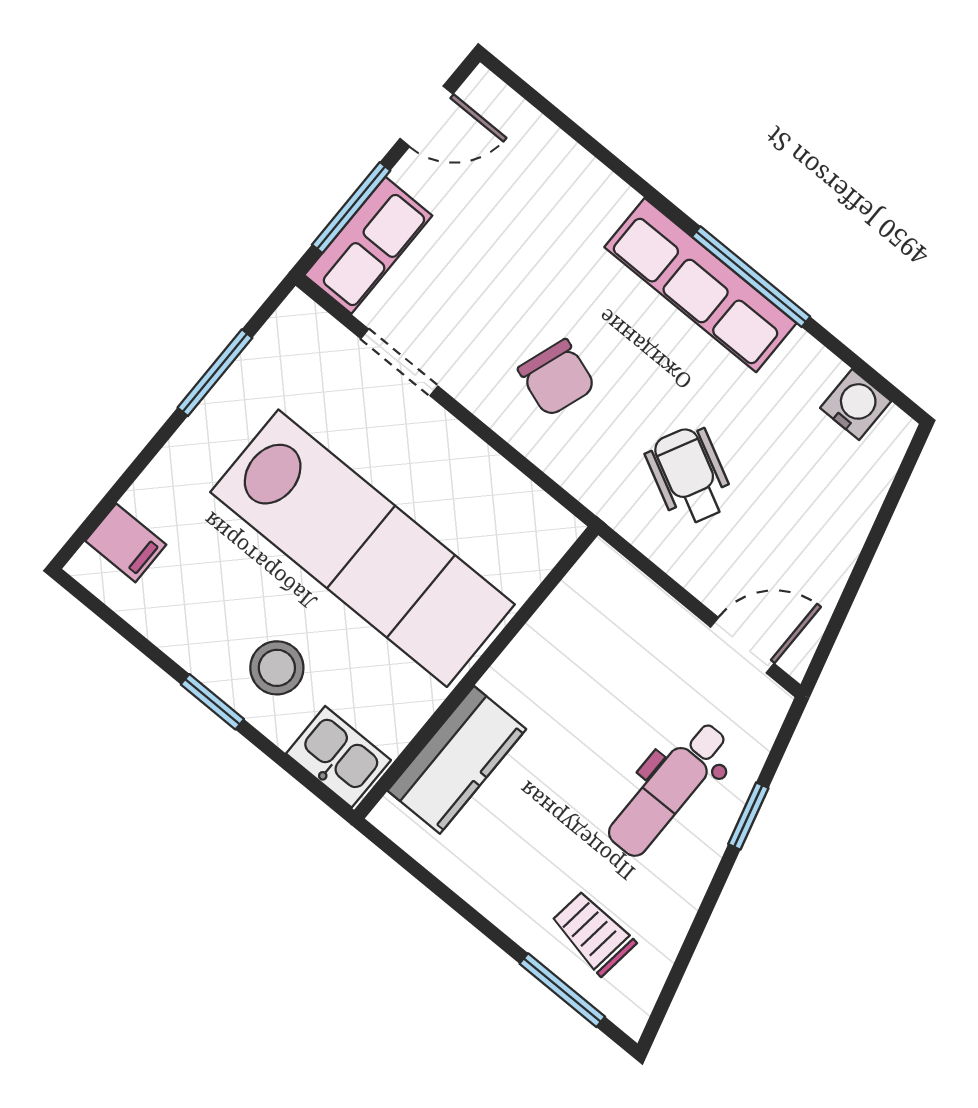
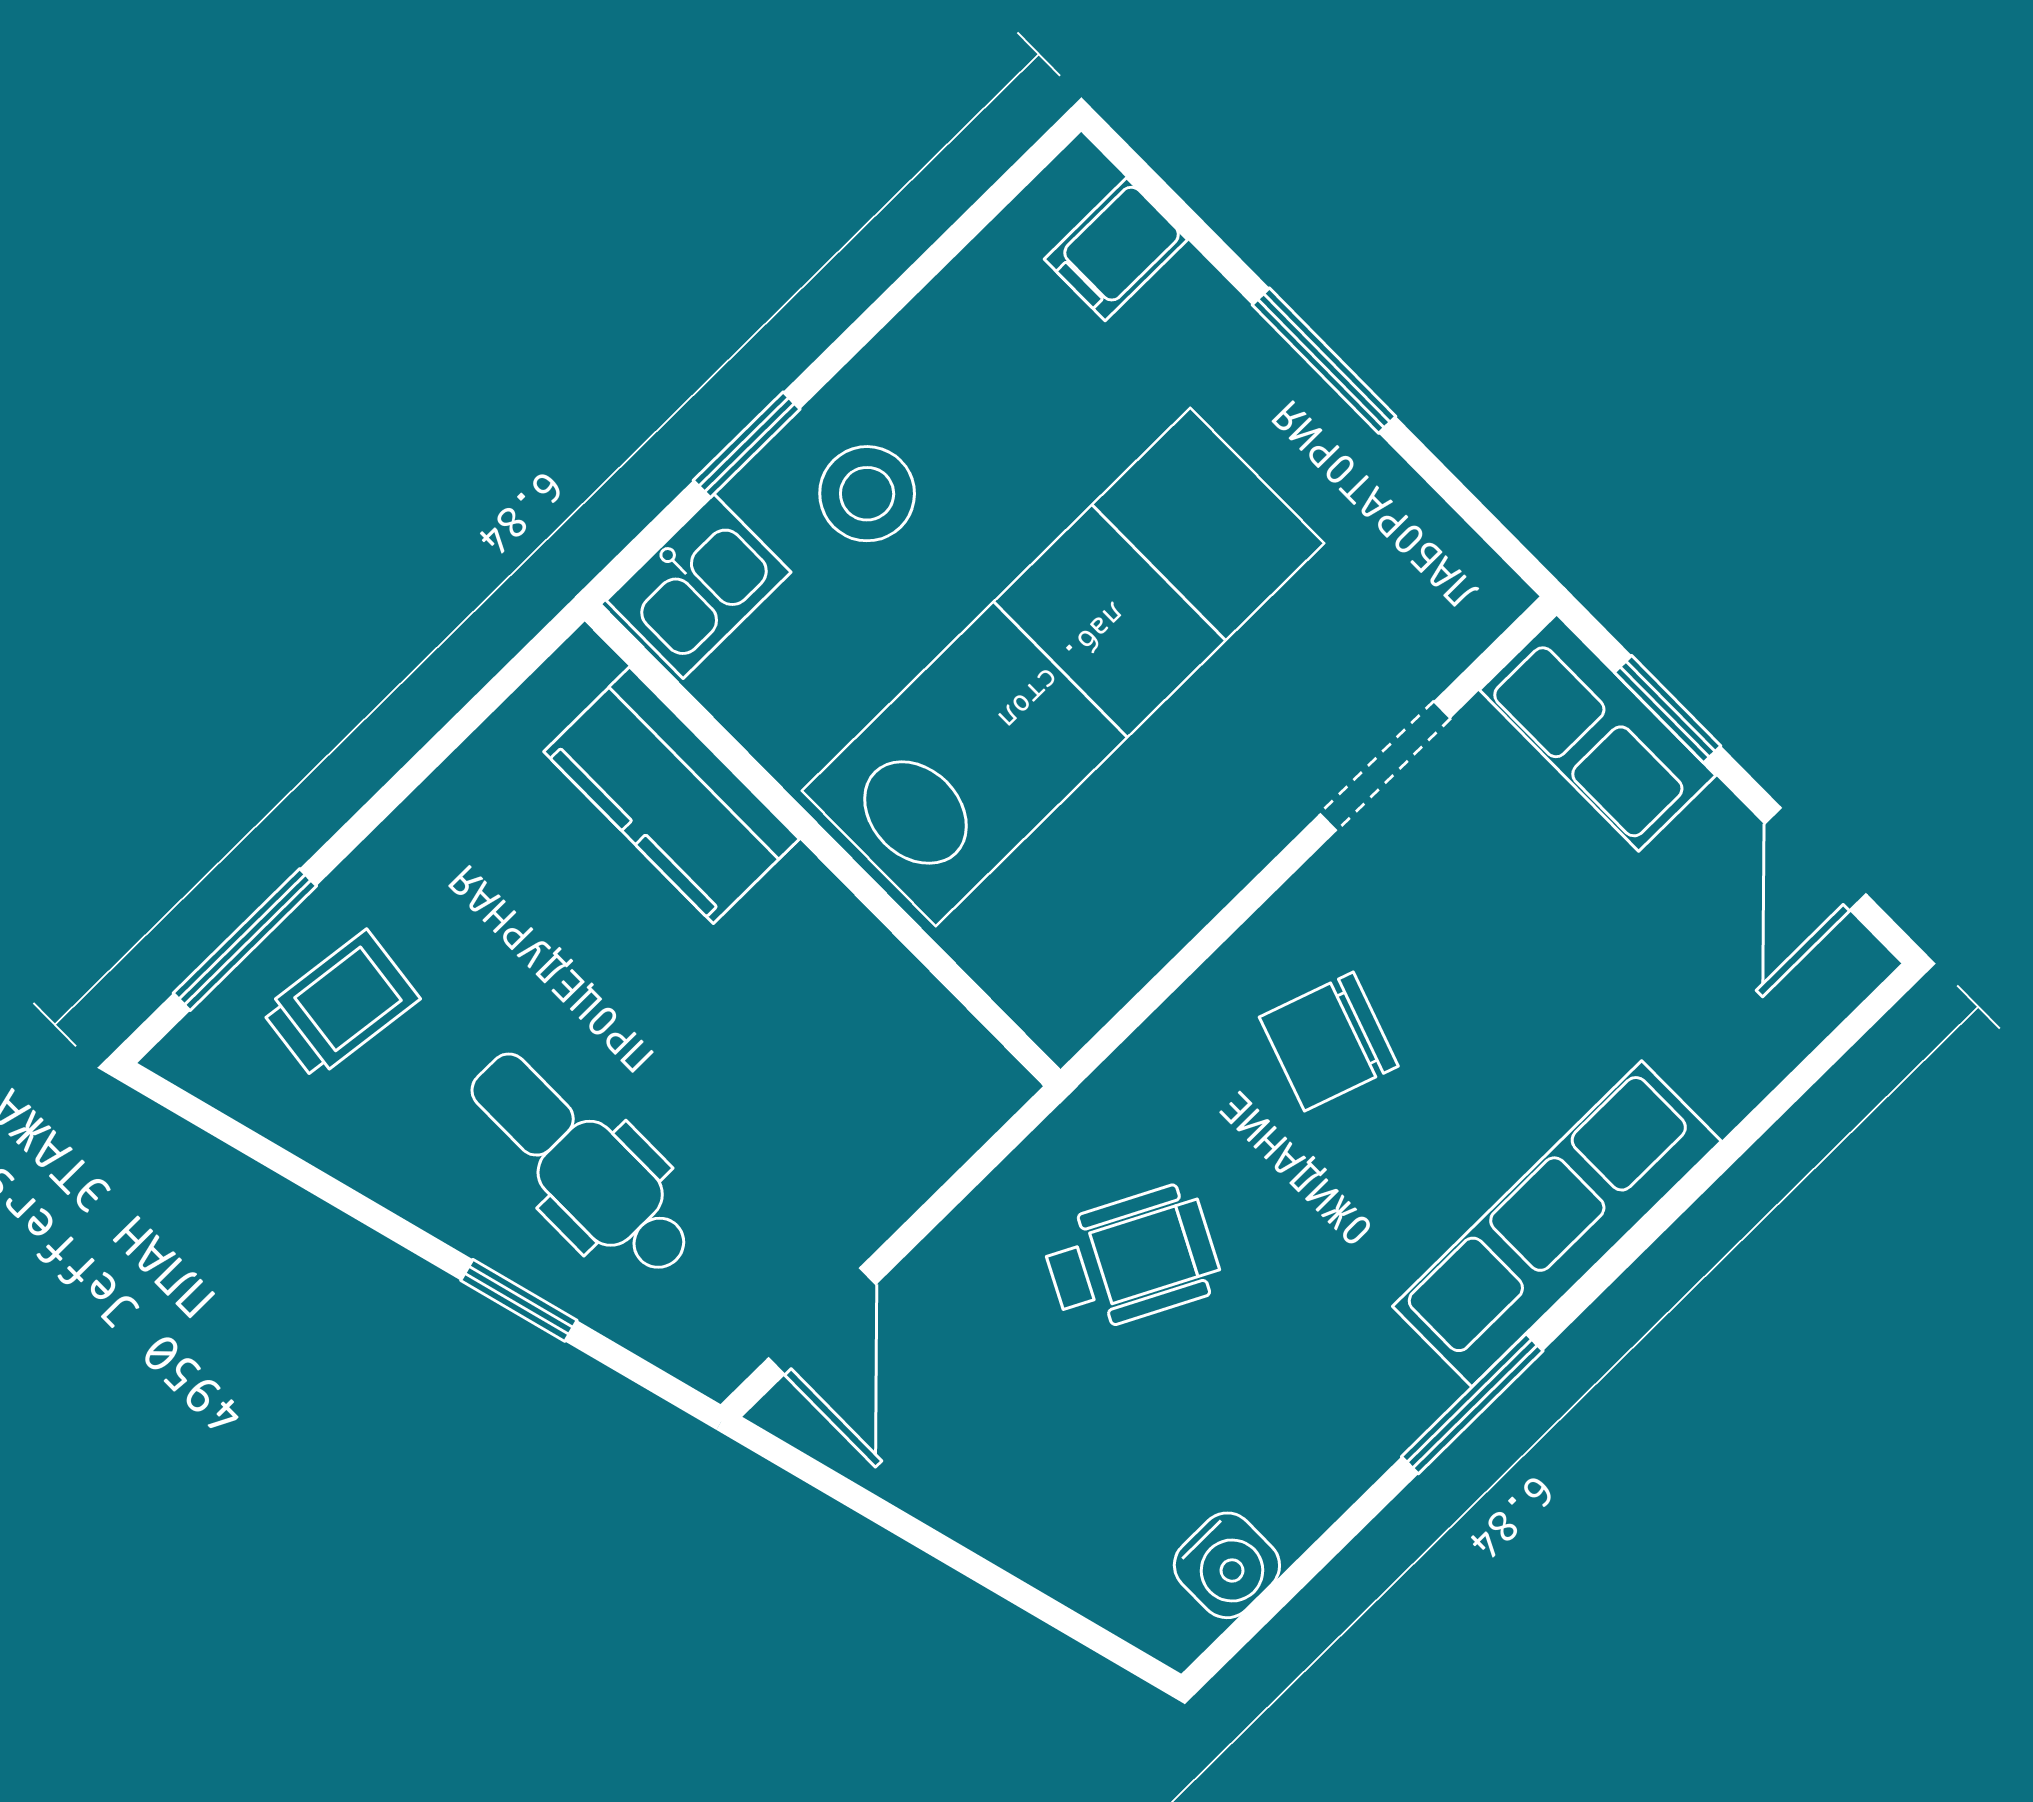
window: (351, 208) -> (1668, 709), width x0.67
window: (751, 277) -> (1472, 1404), width x0.69
row of seats: (700, 285) -> (1557, 1224), moved
window: (215, 373) -> (1324, 361), moved
lab bench: (363, 548) -> (1063, 667), turned 180
window: (212, 702) -> (747, 445), moved

